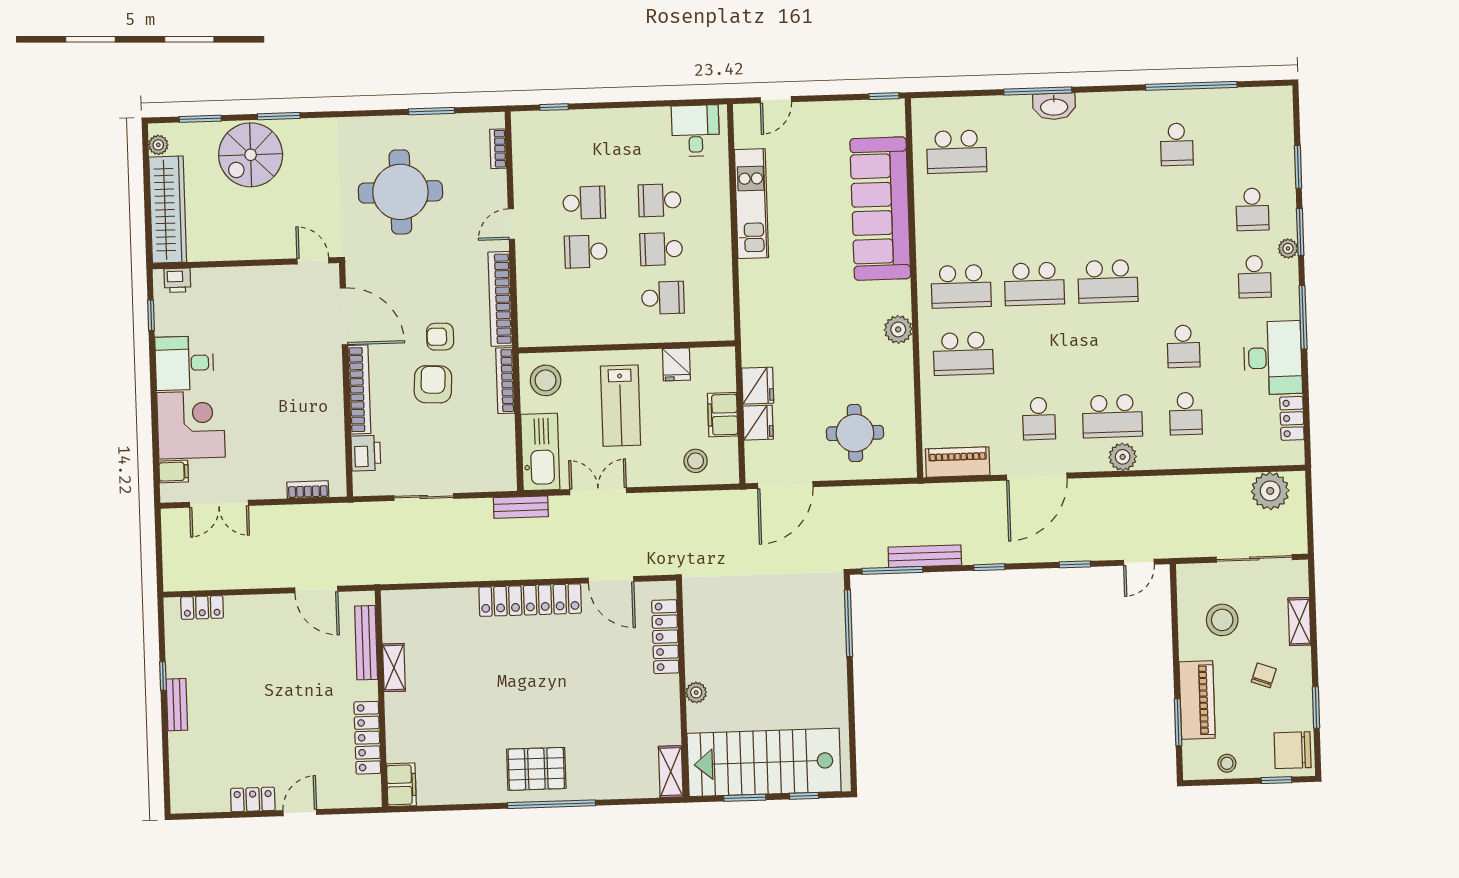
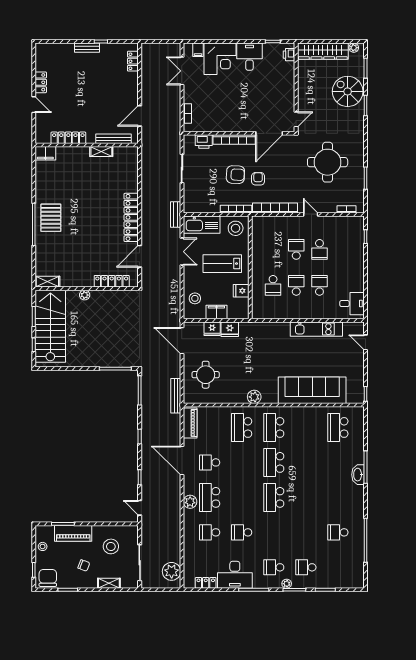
bench: (925, 556) -> (176, 396), moved

